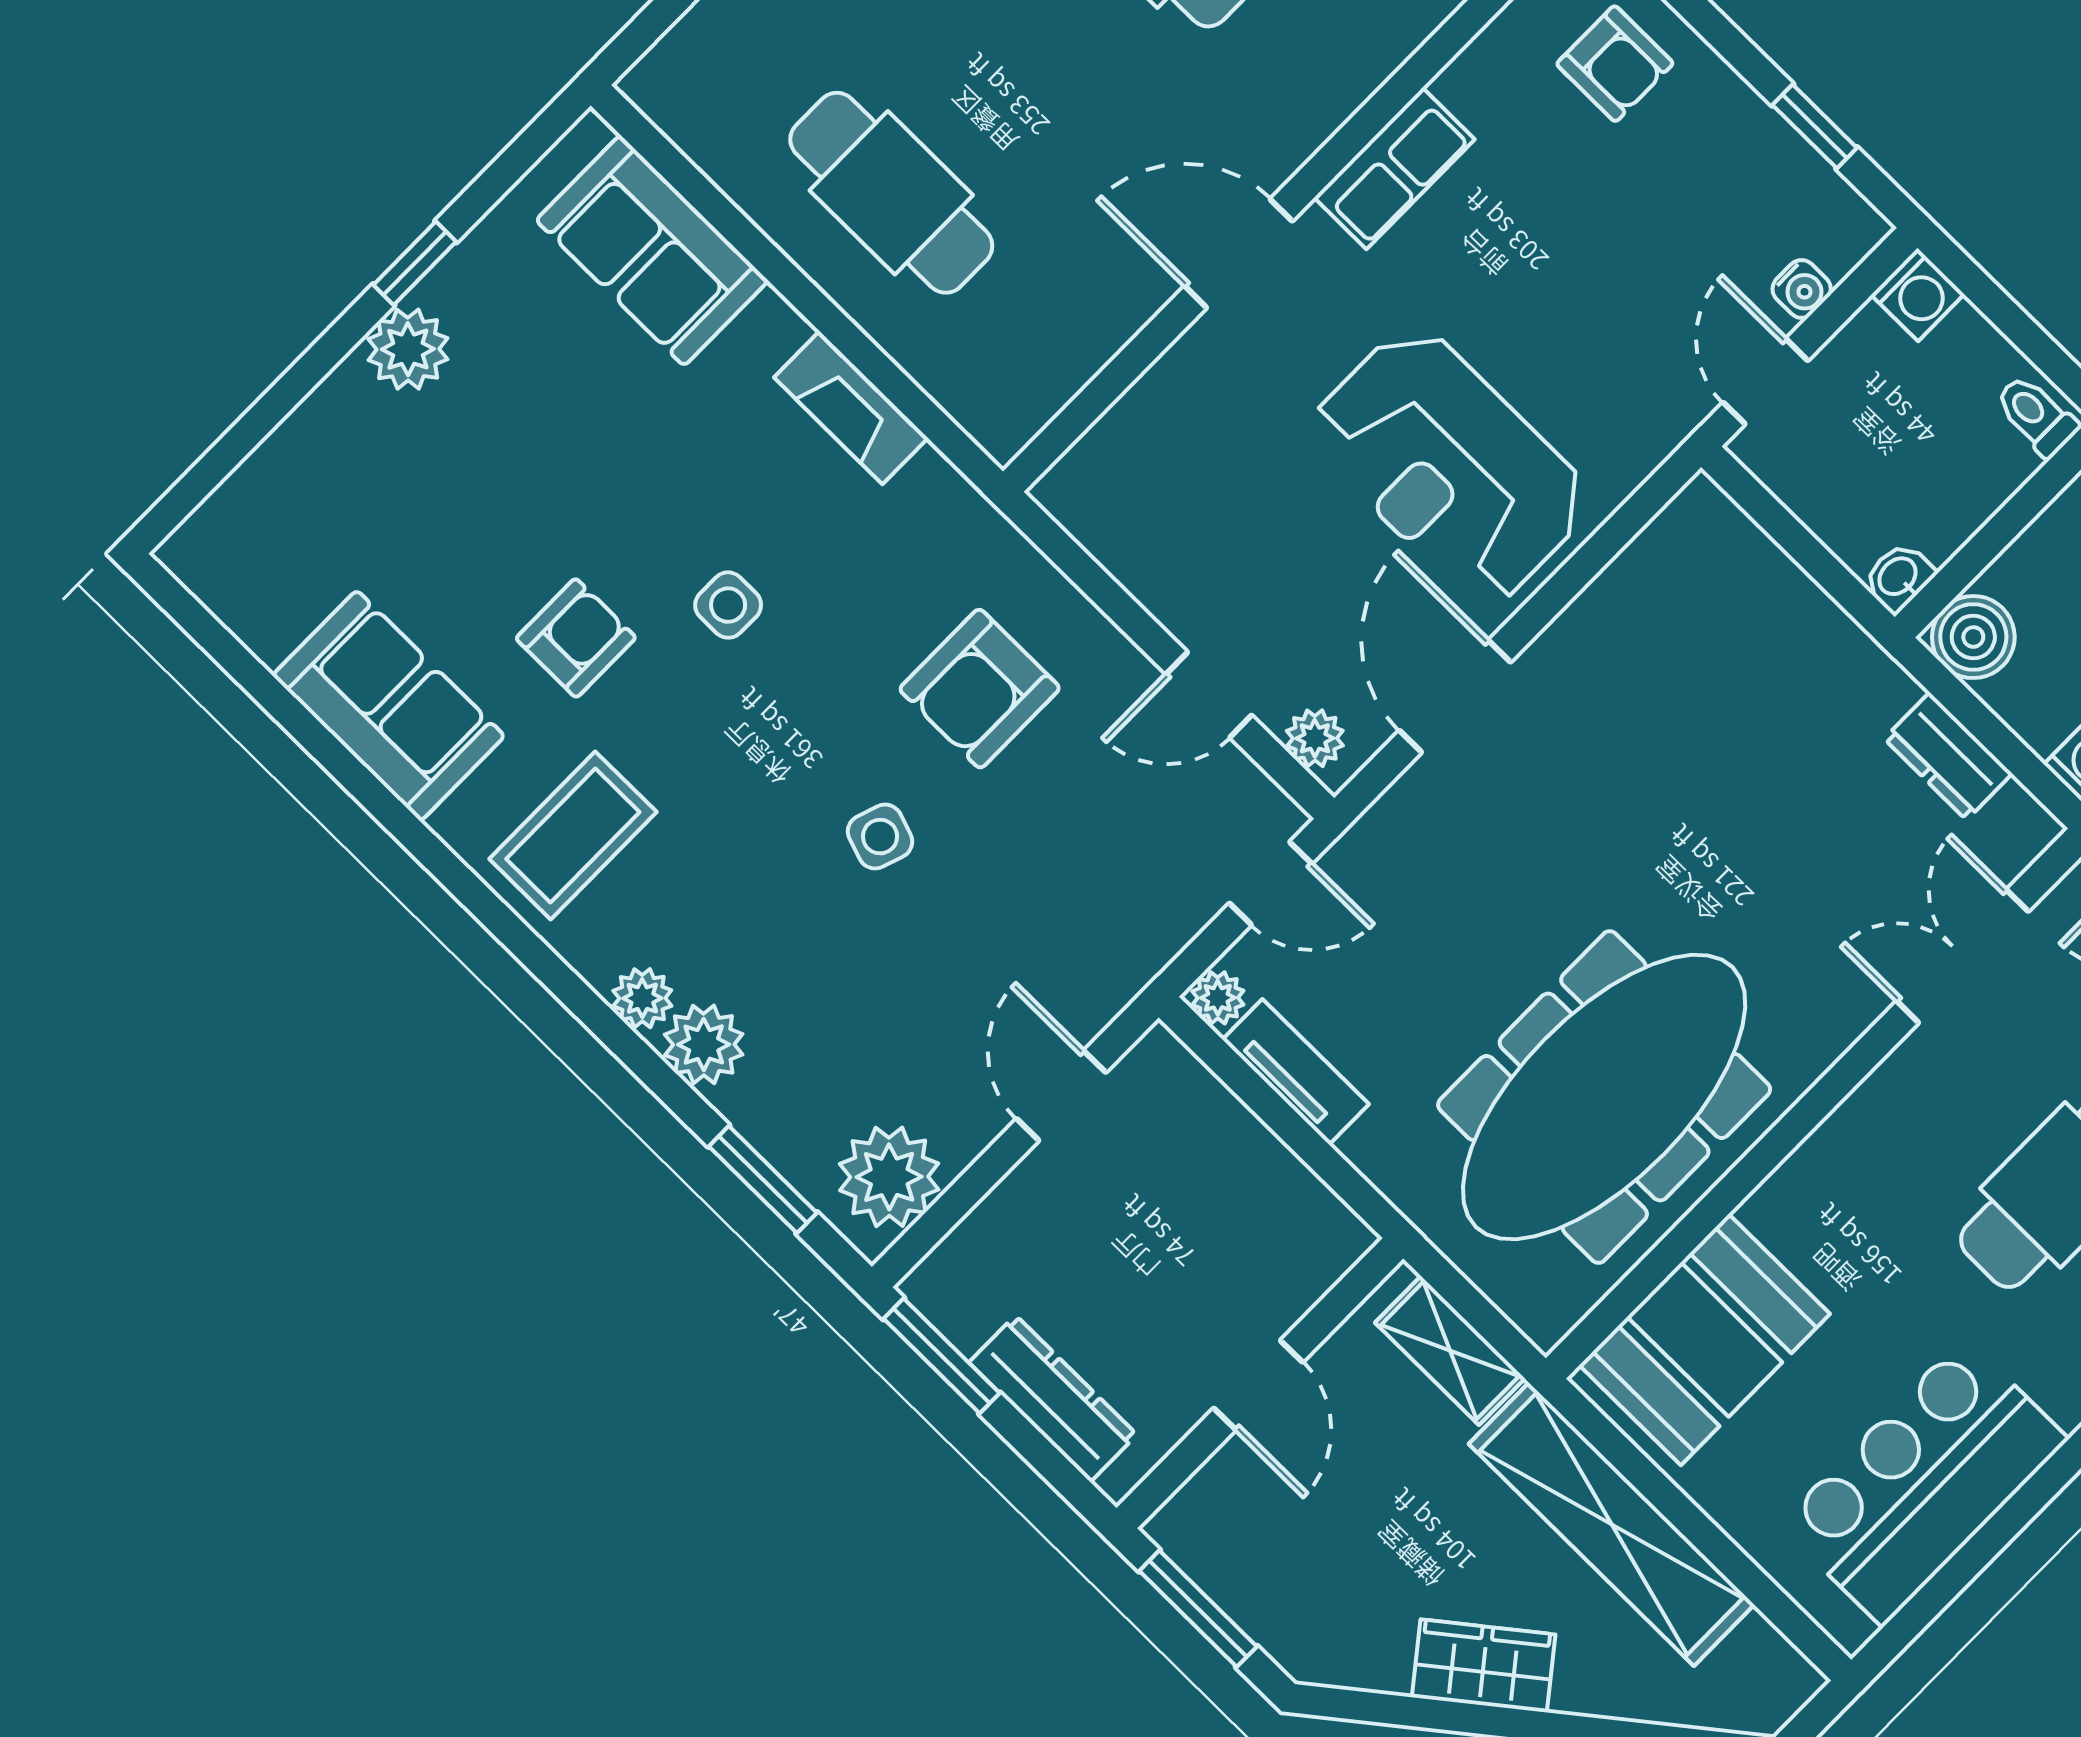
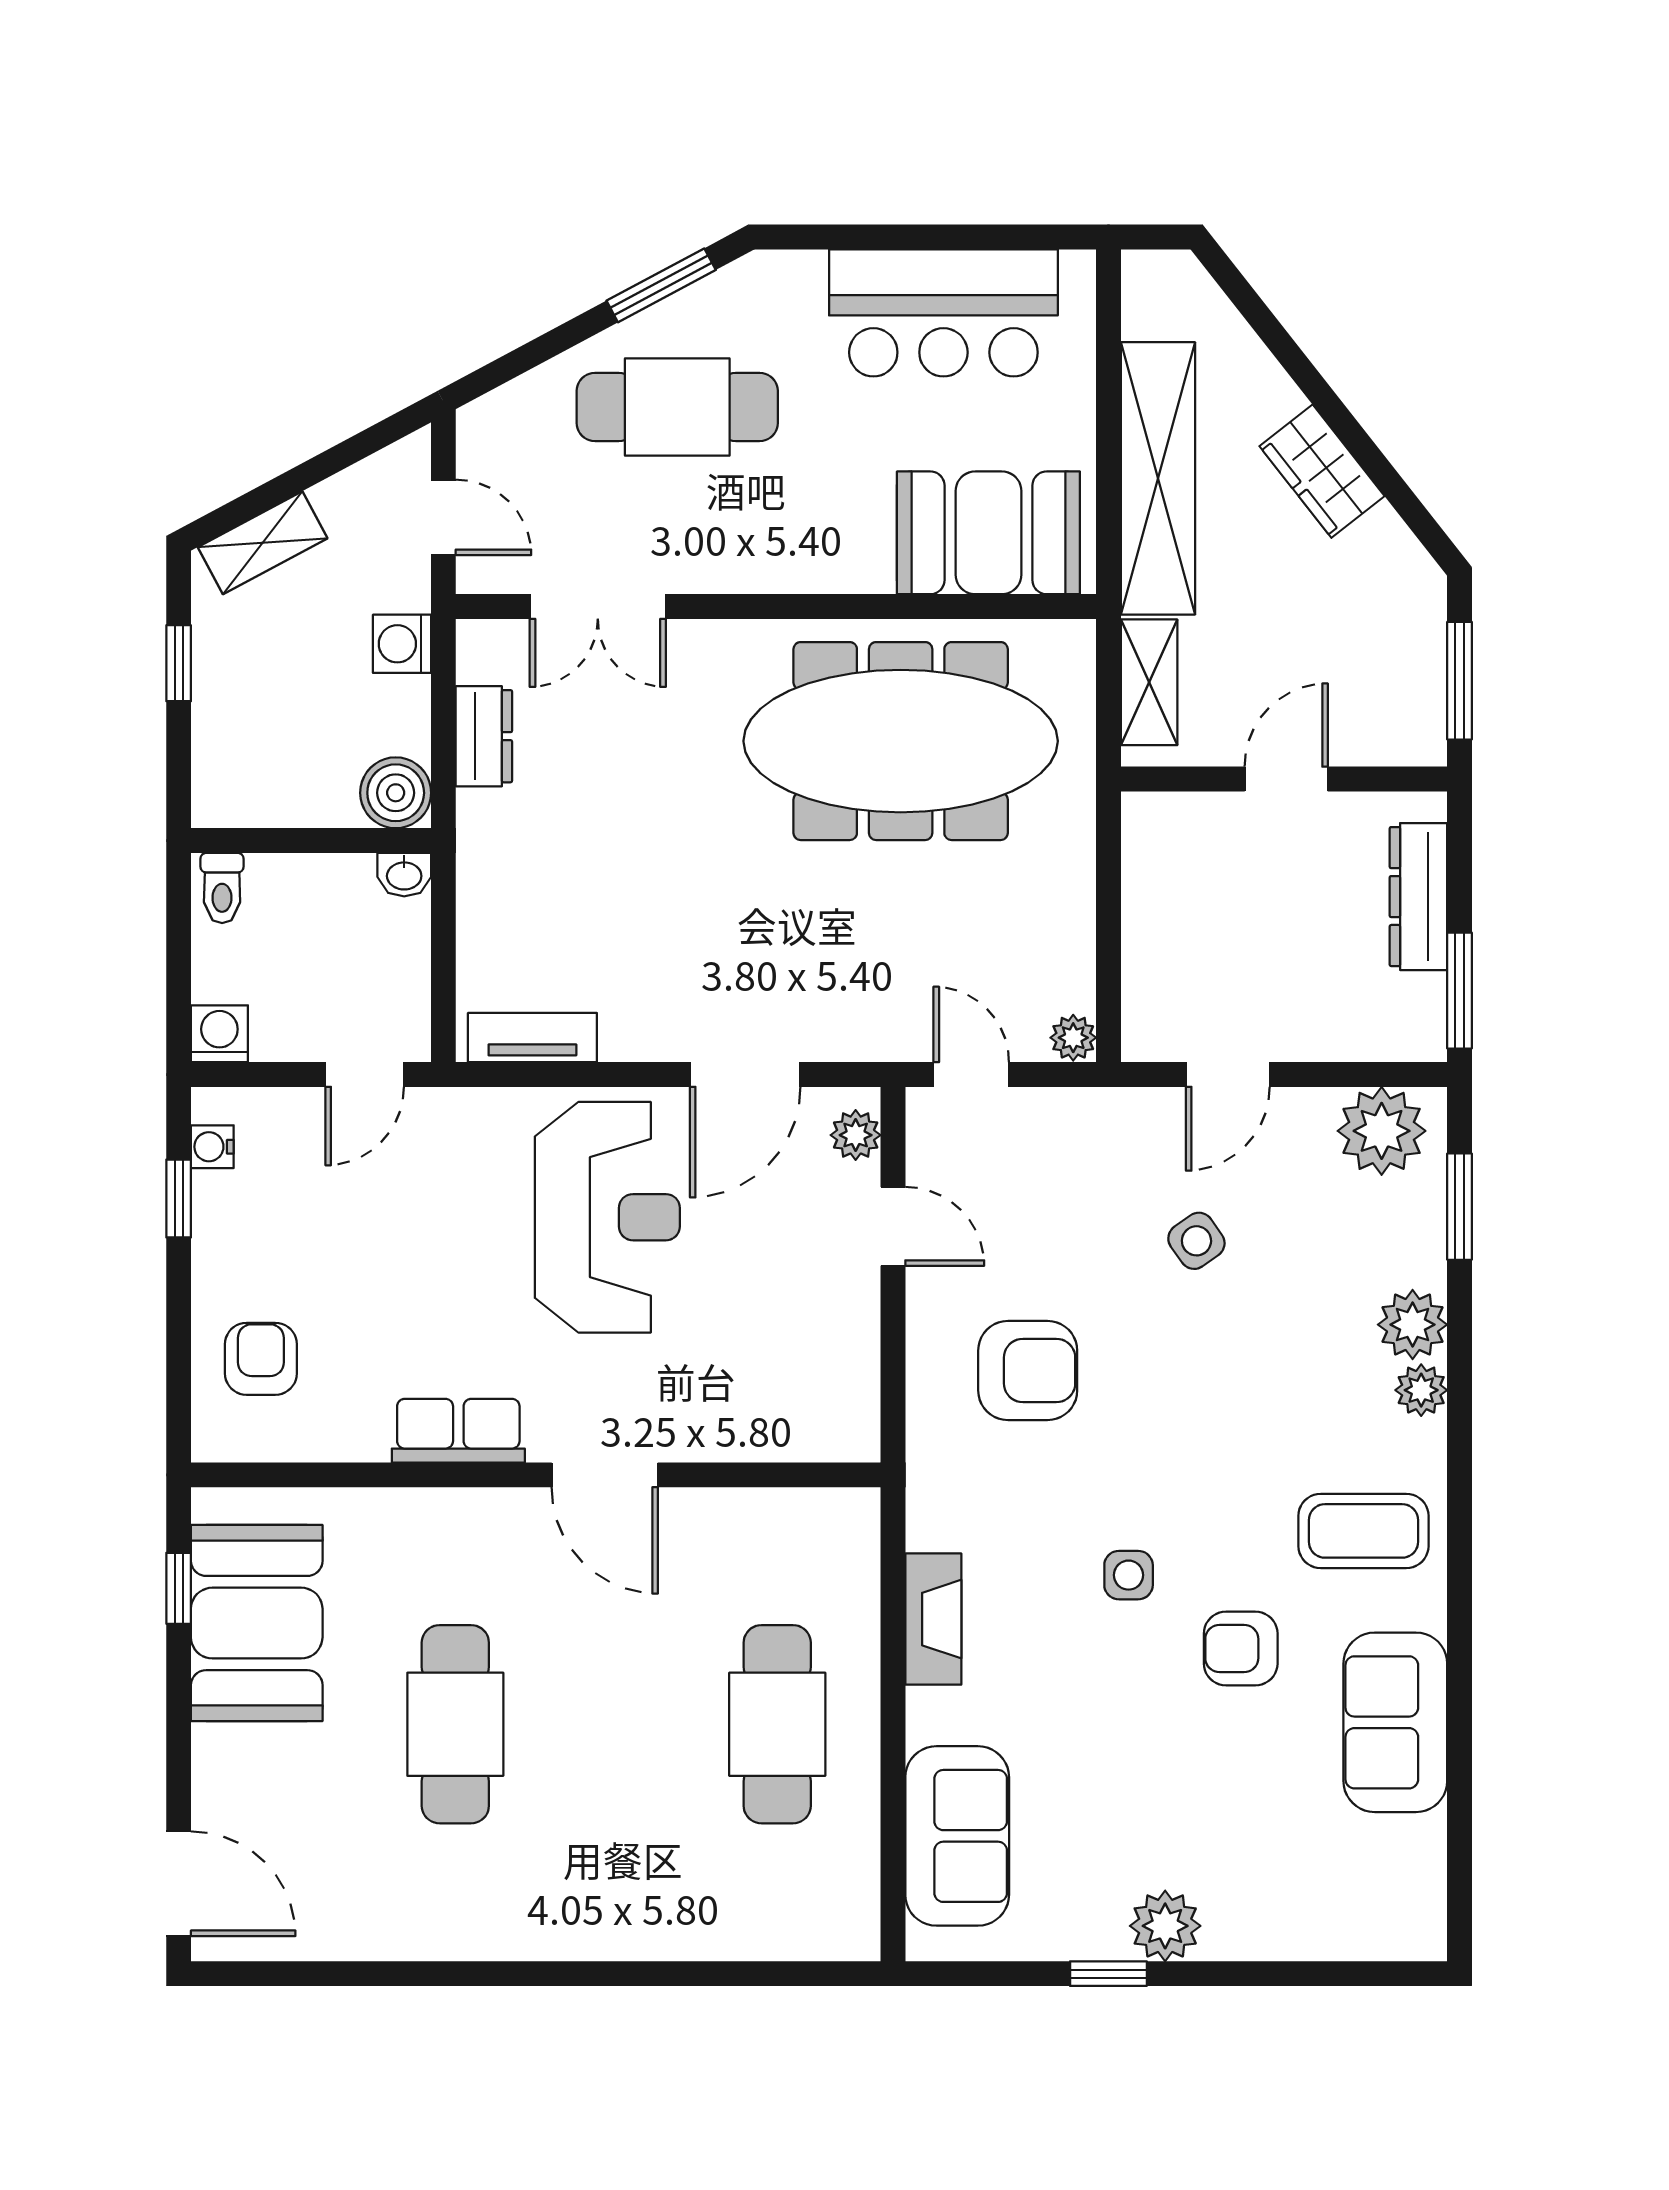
water cooler: (1802, 289) -> (212, 1147), moved, turned -90
side table: (880, 837) -> (1196, 1241), moved, turned 36
tv unit: (1296, 1072) -> (532, 1038), moved, turned 90

